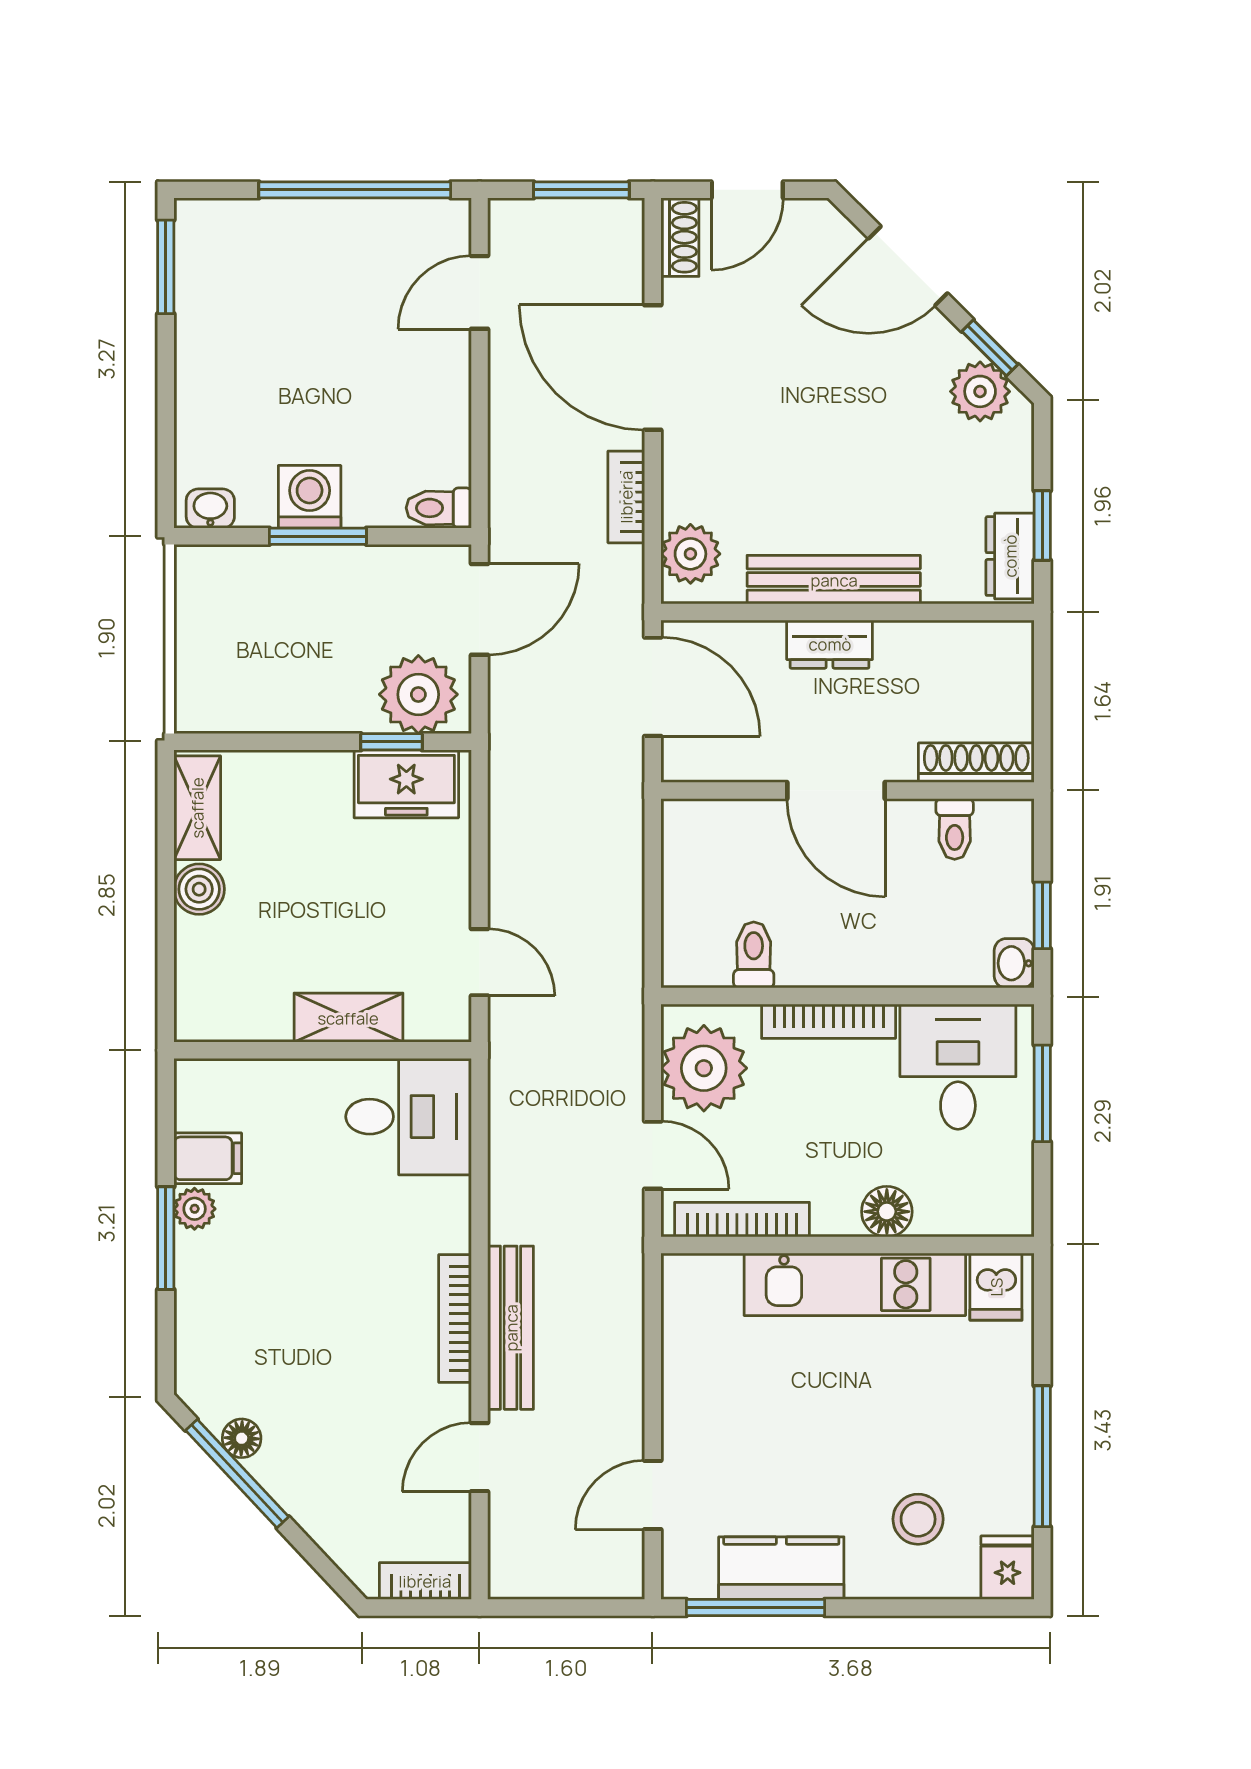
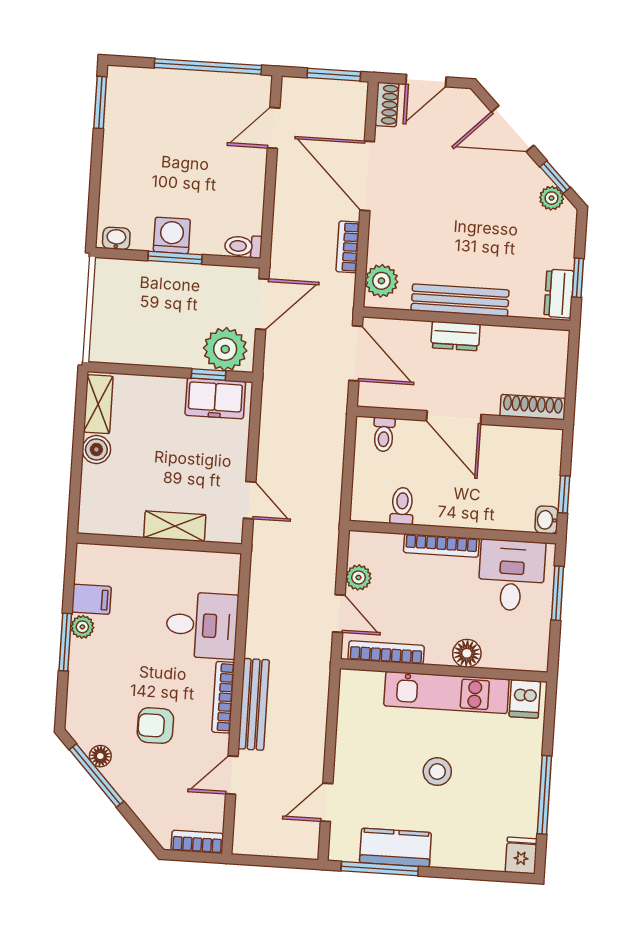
plant: (980, 391) -> (552, 198), width x0.73, depth x0.73
toilet: (955, 829) -> (384, 434), moved
plant: (704, 1068) -> (358, 577), width x0.53, depth x0.53
desk: (409, 1117) -> (202, 625), moved
armchair: (337, 1377) -> (155, 726), added
stool: (918, 1519) -> (437, 772), moved

